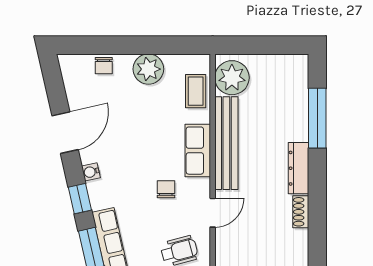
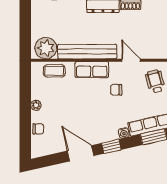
plant: (148, 69) -> (36, 105), width x0.53, depth x0.53
water cooler: (91, 172) -> (124, 133), moved
window: (80, 199) -> (111, 146), moved

